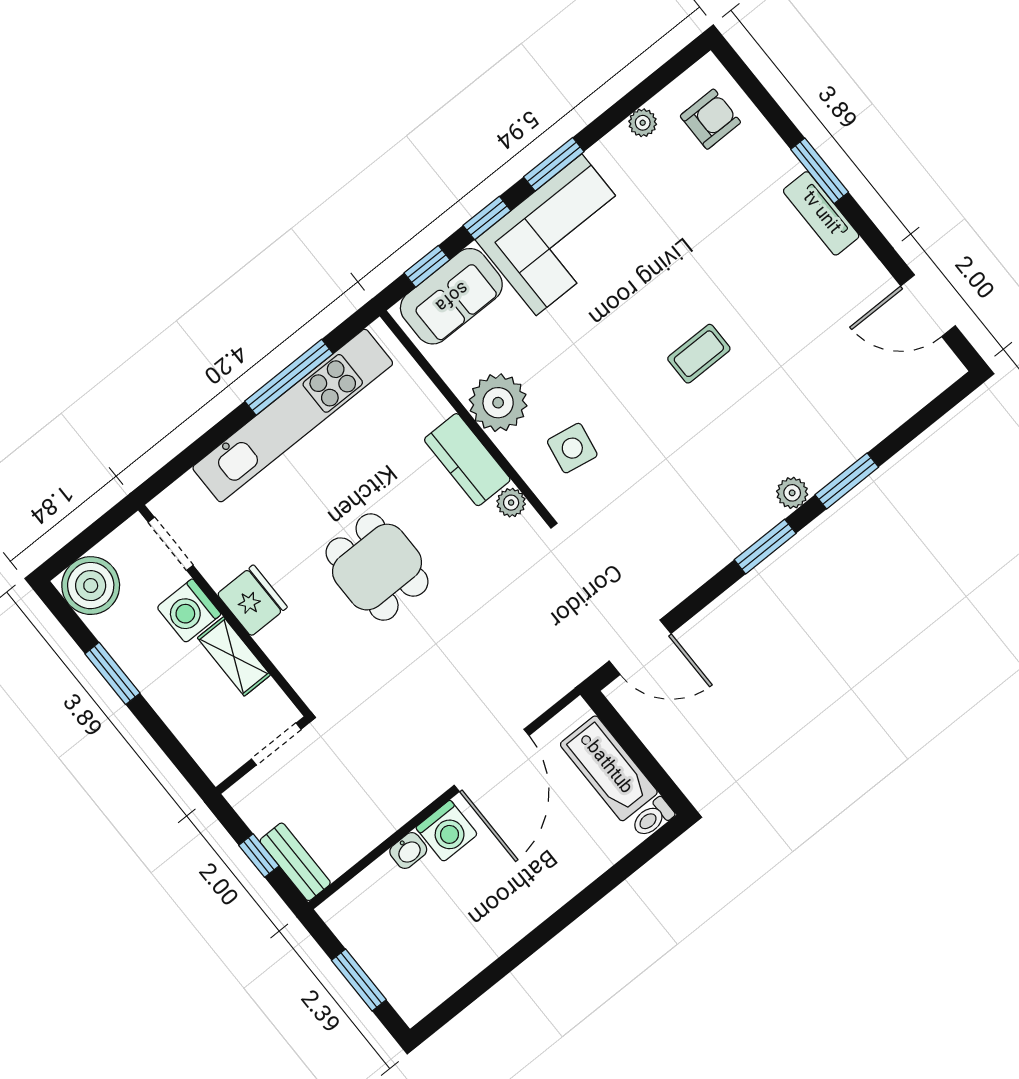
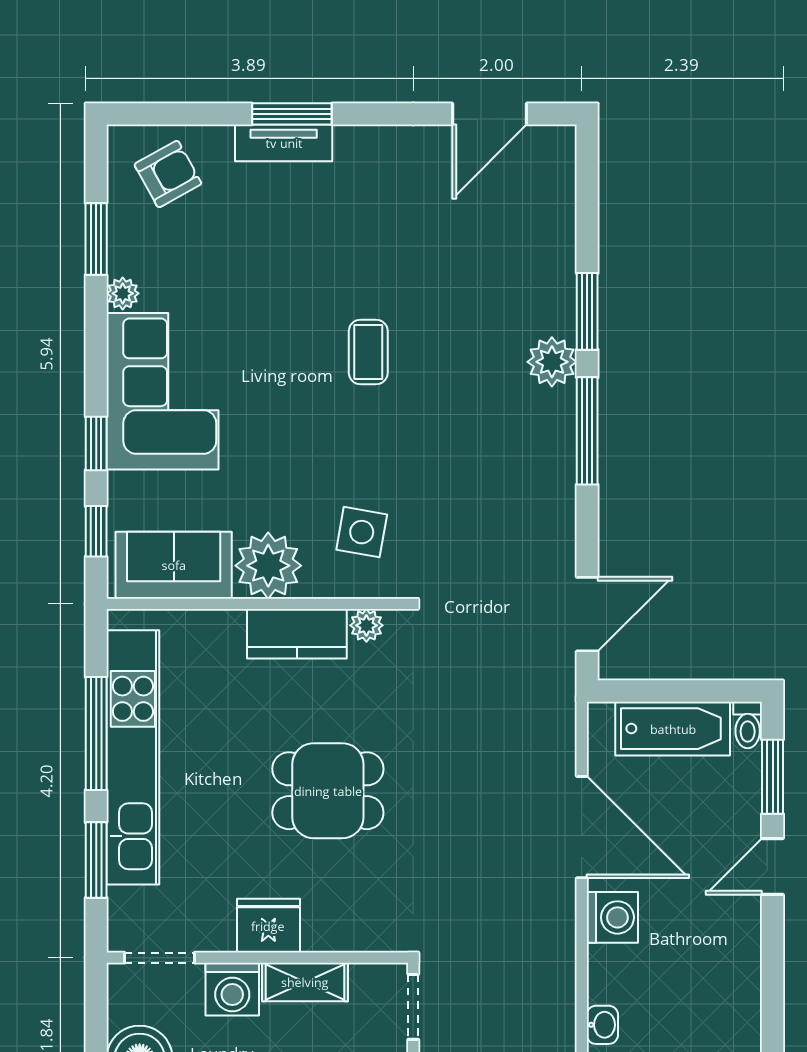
armchair: (710, 119) -> (168, 174), turned 61
plant: (643, 123) -> (123, 293), moved
window: (554, 164) -> (96, 239), moved
tv unit: (821, 213) -> (284, 143), moved
sofa: (451, 296) -> (174, 565), moved, turned -90
window: (202, 447) -> (96, 860), added
plant: (792, 493) -> (552, 362), width x1.38, depth x1.38
window: (765, 547) -> (587, 431), width x1.44
washbasin: (408, 851) -> (602, 1025), moved
window: (631, 863) -> (773, 777), added
door: (569, 912) -> (773, 866), added

